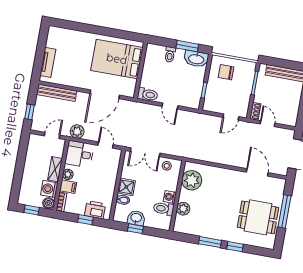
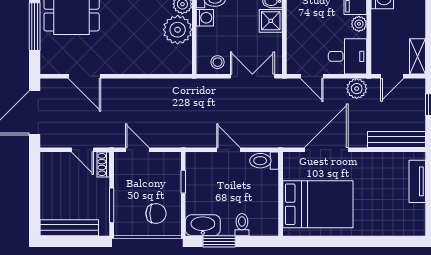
door: (231, 117) -> (137, 150), hinge flipped
shelving: (55, 169) -> (418, 56), moved
plant: (192, 180) -> (178, 30), moved

